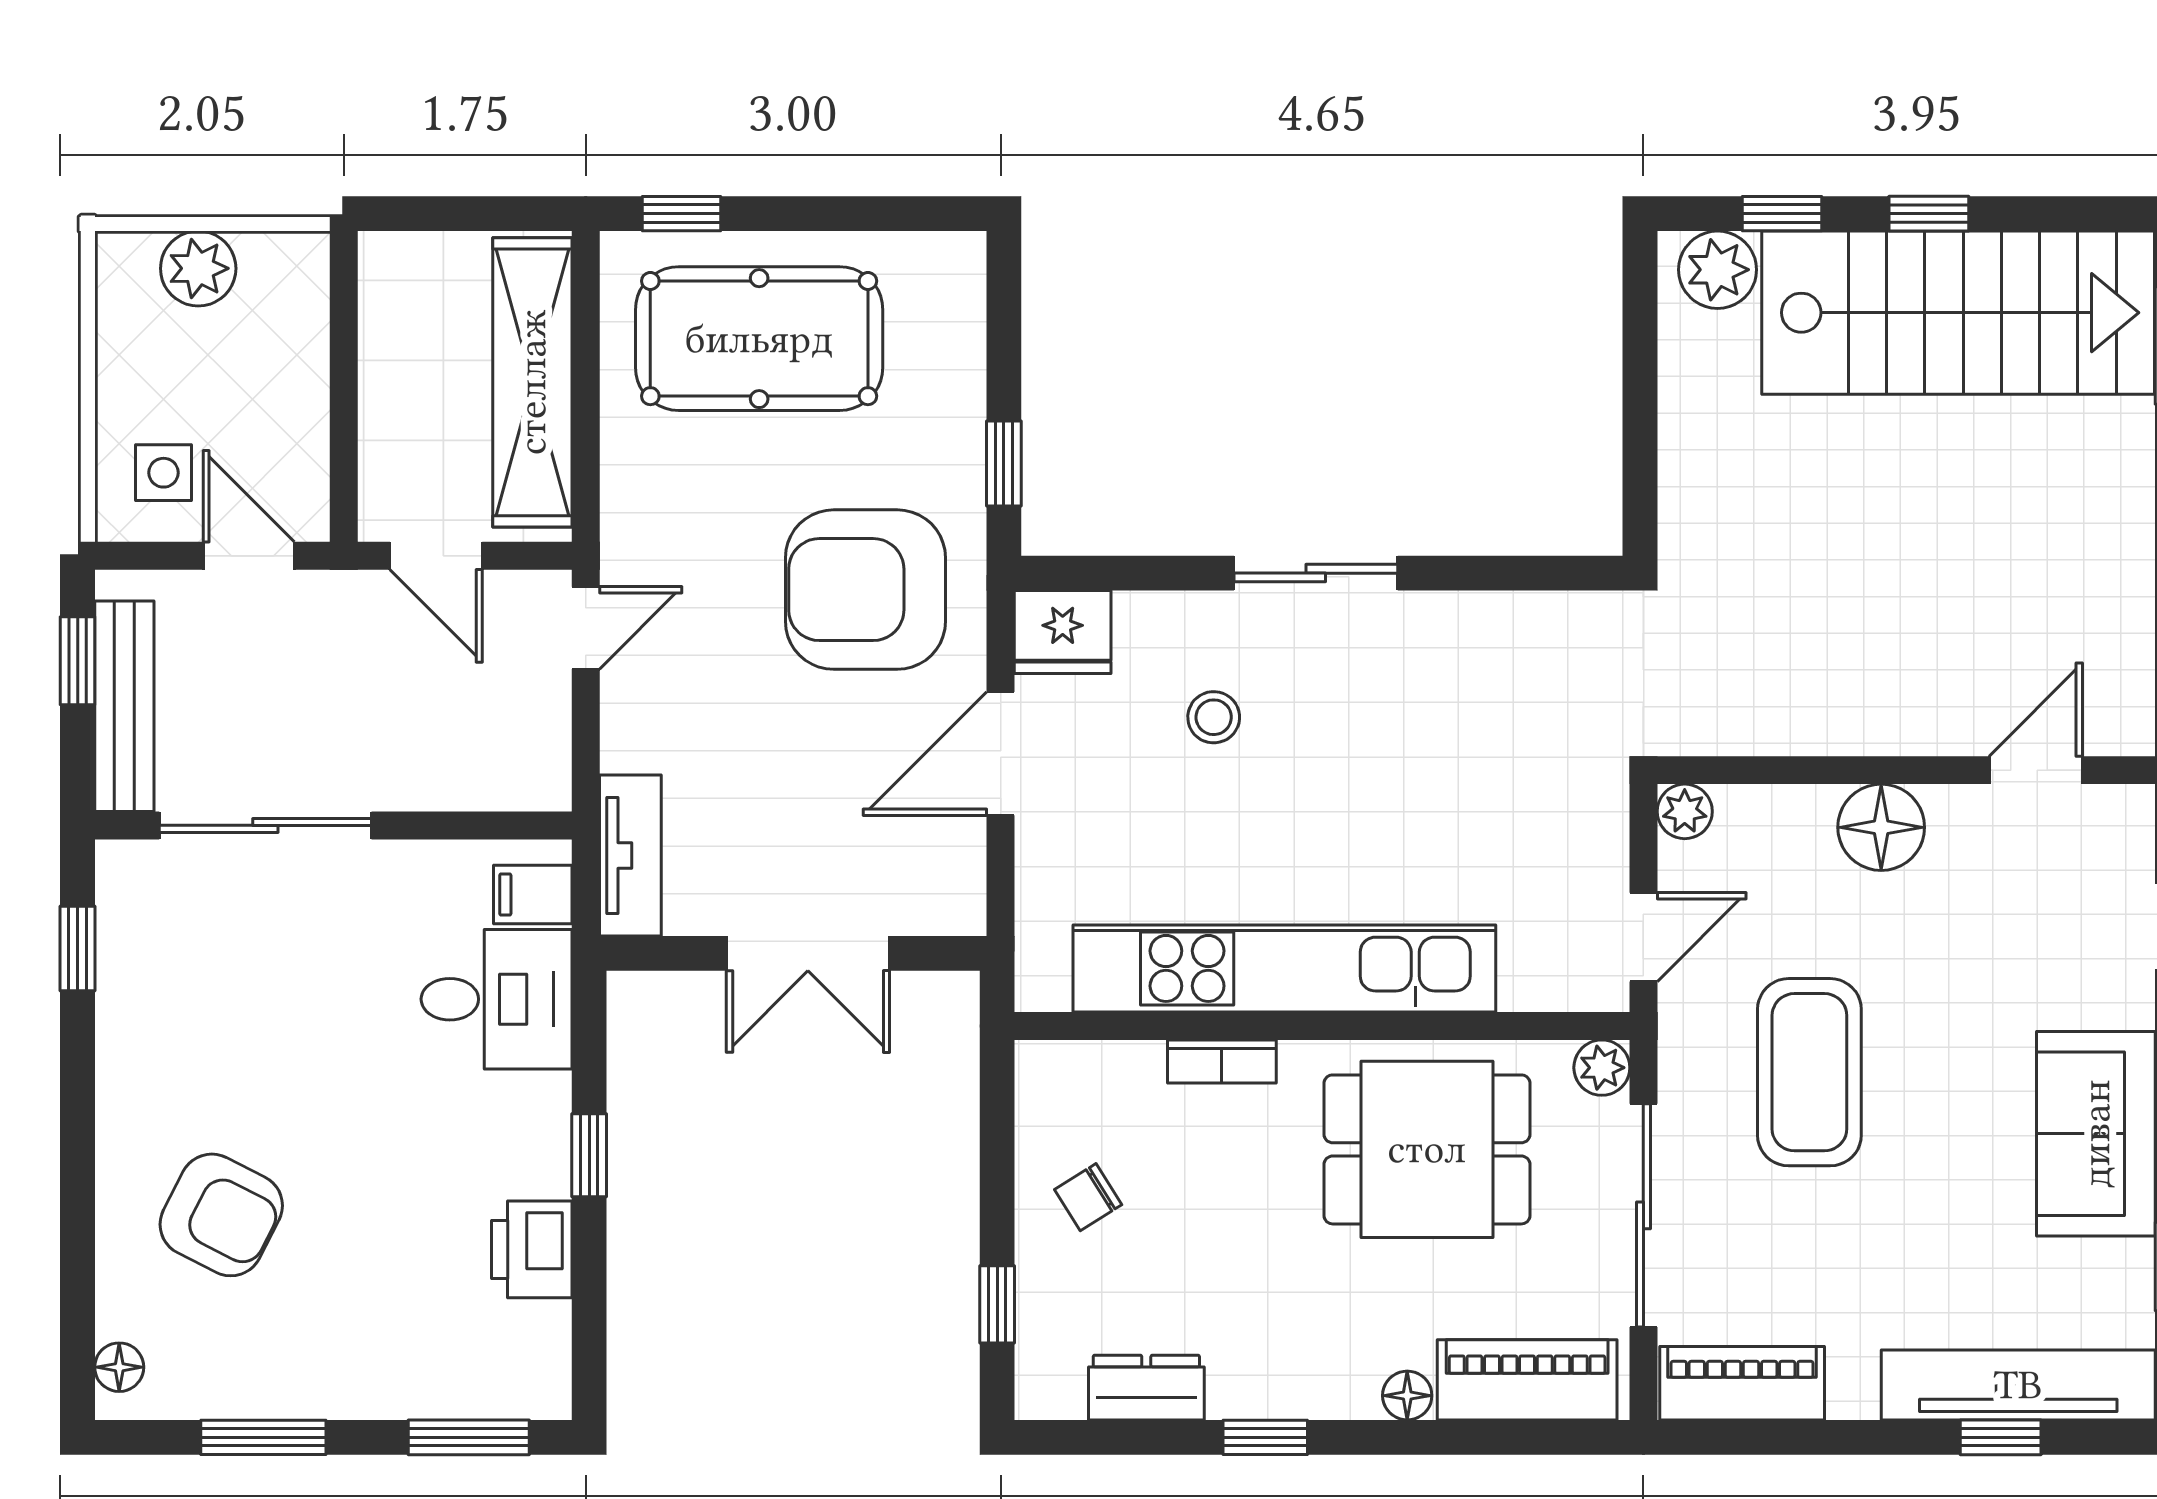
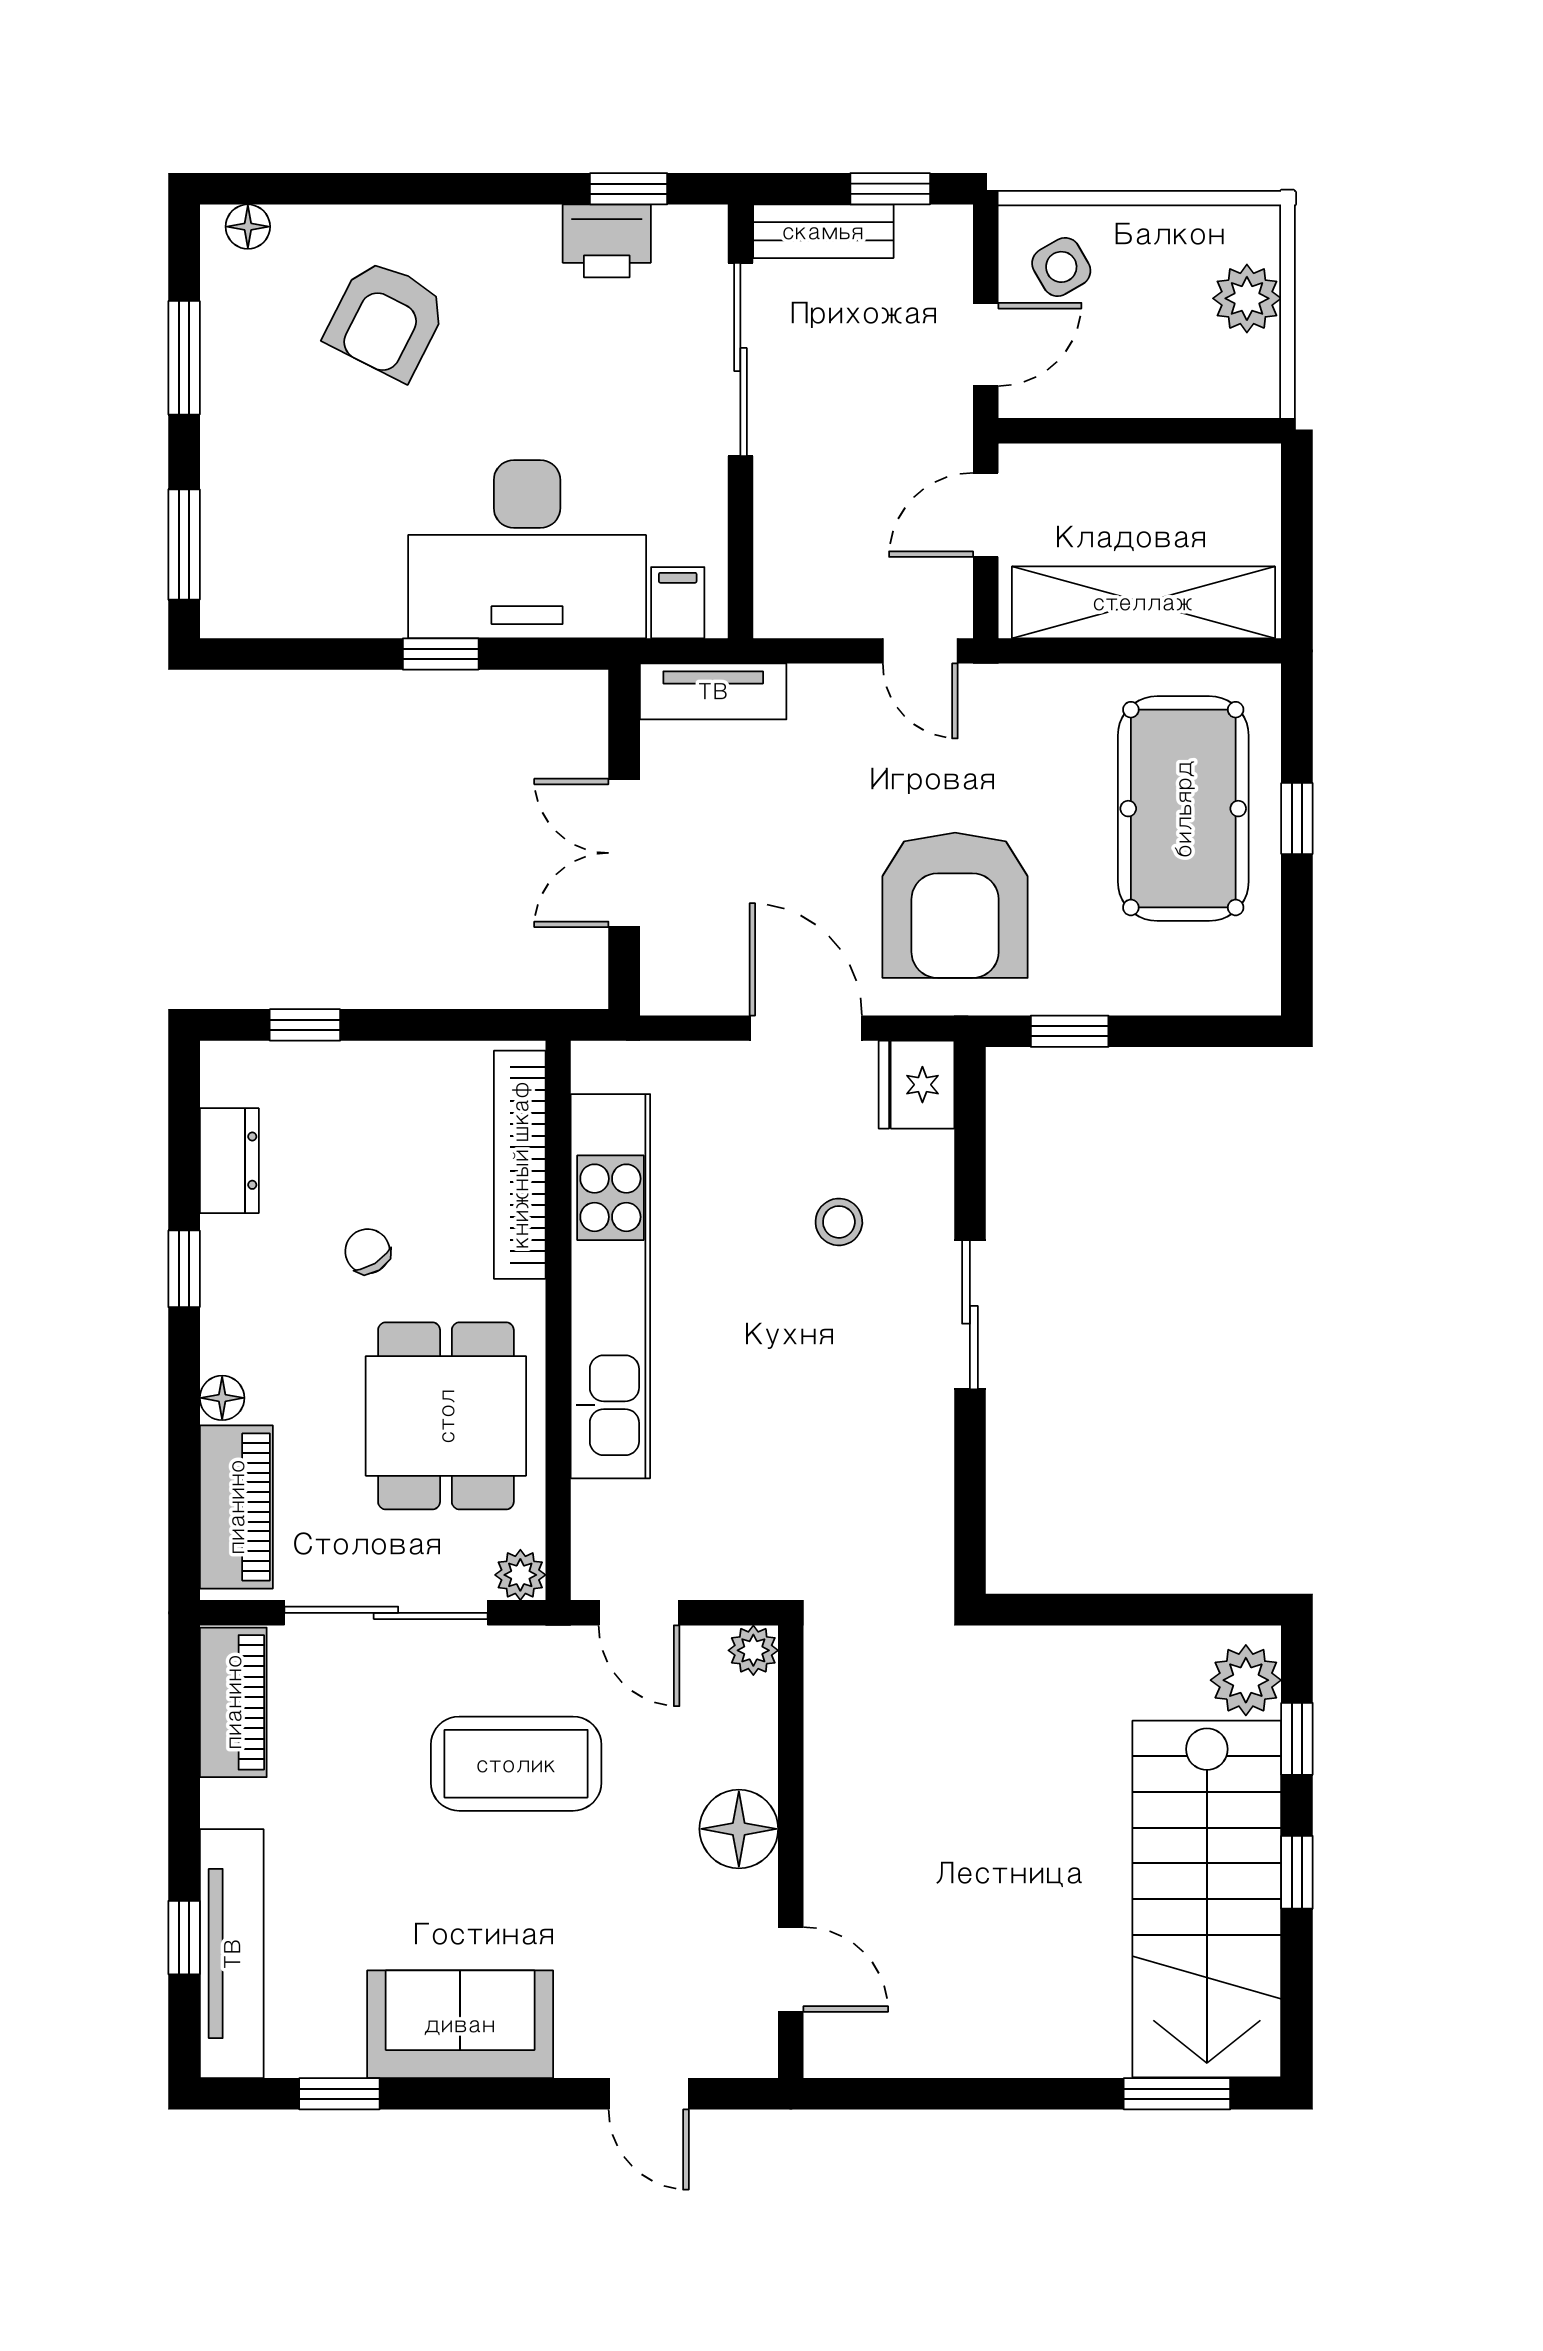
window: (682, 214) -> (1297, 819), moved
side table: (164, 473) -> (1061, 267), turned -30
armchair: (865, 590) -> (955, 905), turned 180
bench: (124, 706) -> (823, 231), width x0.73
desk: (497, 999) -> (527, 549), width x1.87, depth x1.30
bookcase: (1222, 1061) -> (520, 1165), width x2.31, depth x1.31
chair: (1088, 1197) -> (367, 1251), moved
printer: (532, 1249) -> (607, 241), moved, turned 180

